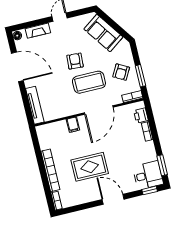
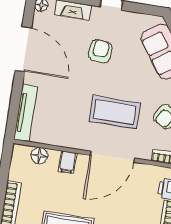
armchair: (75, 61) -> (100, 51), moved
floor lamp: (54, 128) -> (39, 156), added

